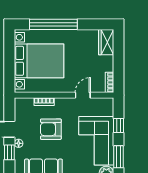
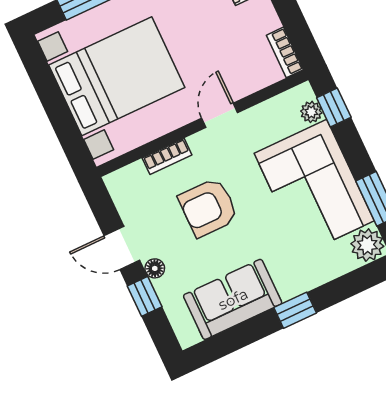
door: (83, 95) -> (220, 115), moved
plant: (109, 111) -> (311, 112), added
window: (119, 125) -> (334, 108), moved

